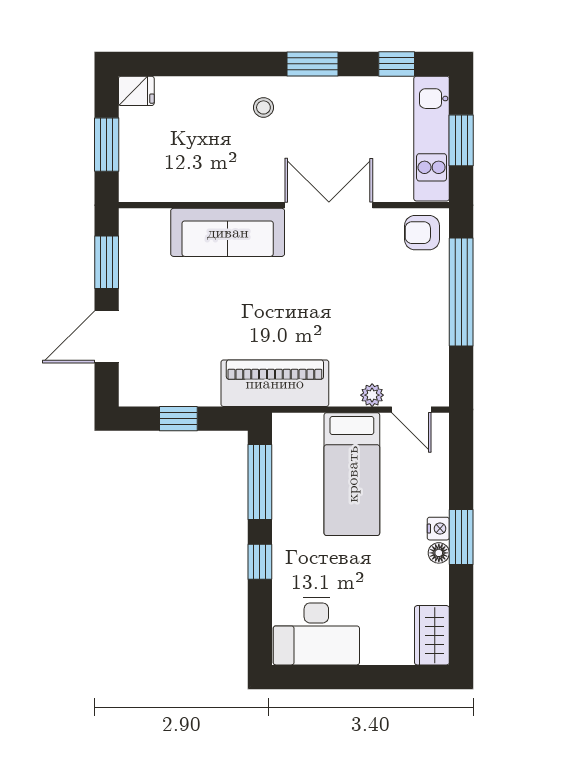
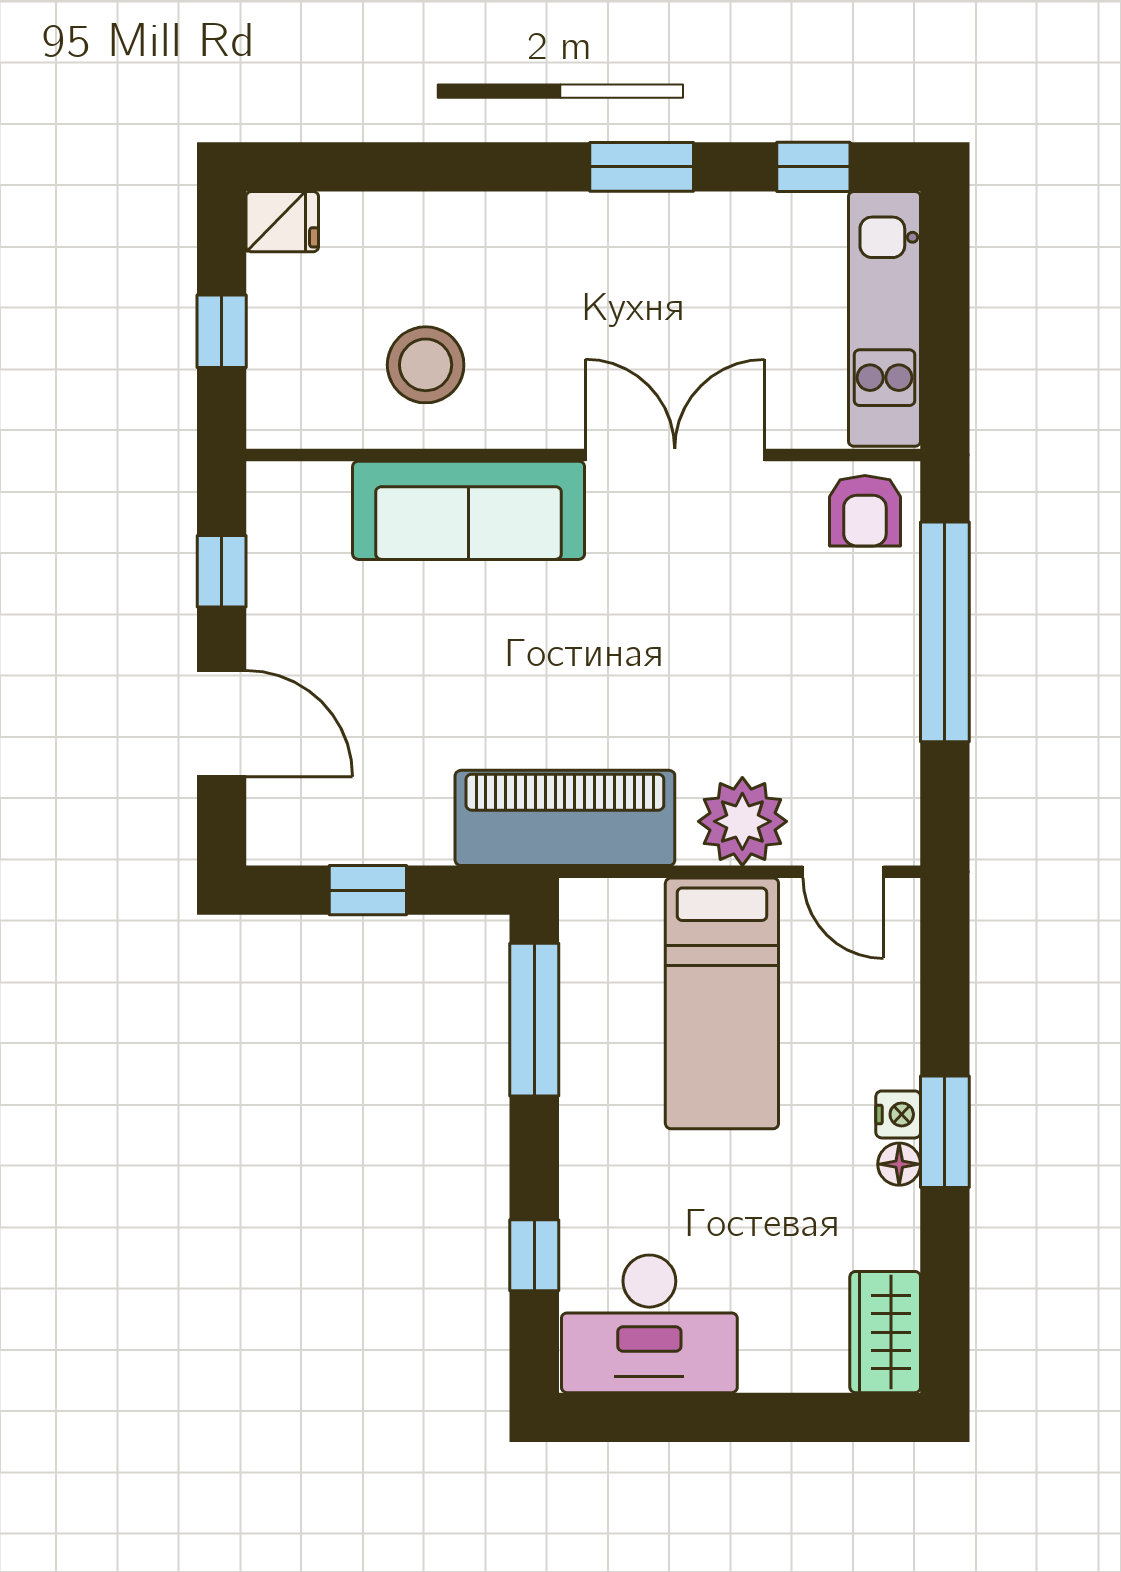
stool: (263, 107) -> (426, 365), moved, width x1.89, depth x1.89
window: (461, 140) -> (945, 323), removed
window: (107, 145) -> (222, 331), width x0.67
armchair: (422, 233) -> (865, 511), turned -90
window: (107, 262) -> (222, 571), width x0.67
door: (107, 337) -> (222, 723), swing flipped
plant: (372, 395) -> (742, 821), width x1.88, depth x1.88
window: (260, 562) -> (534, 1255), moved

